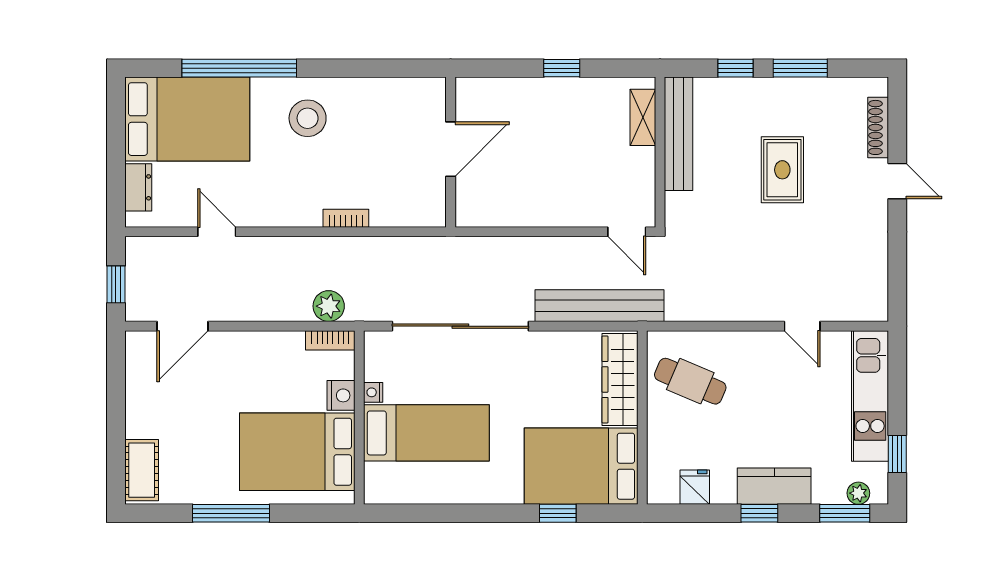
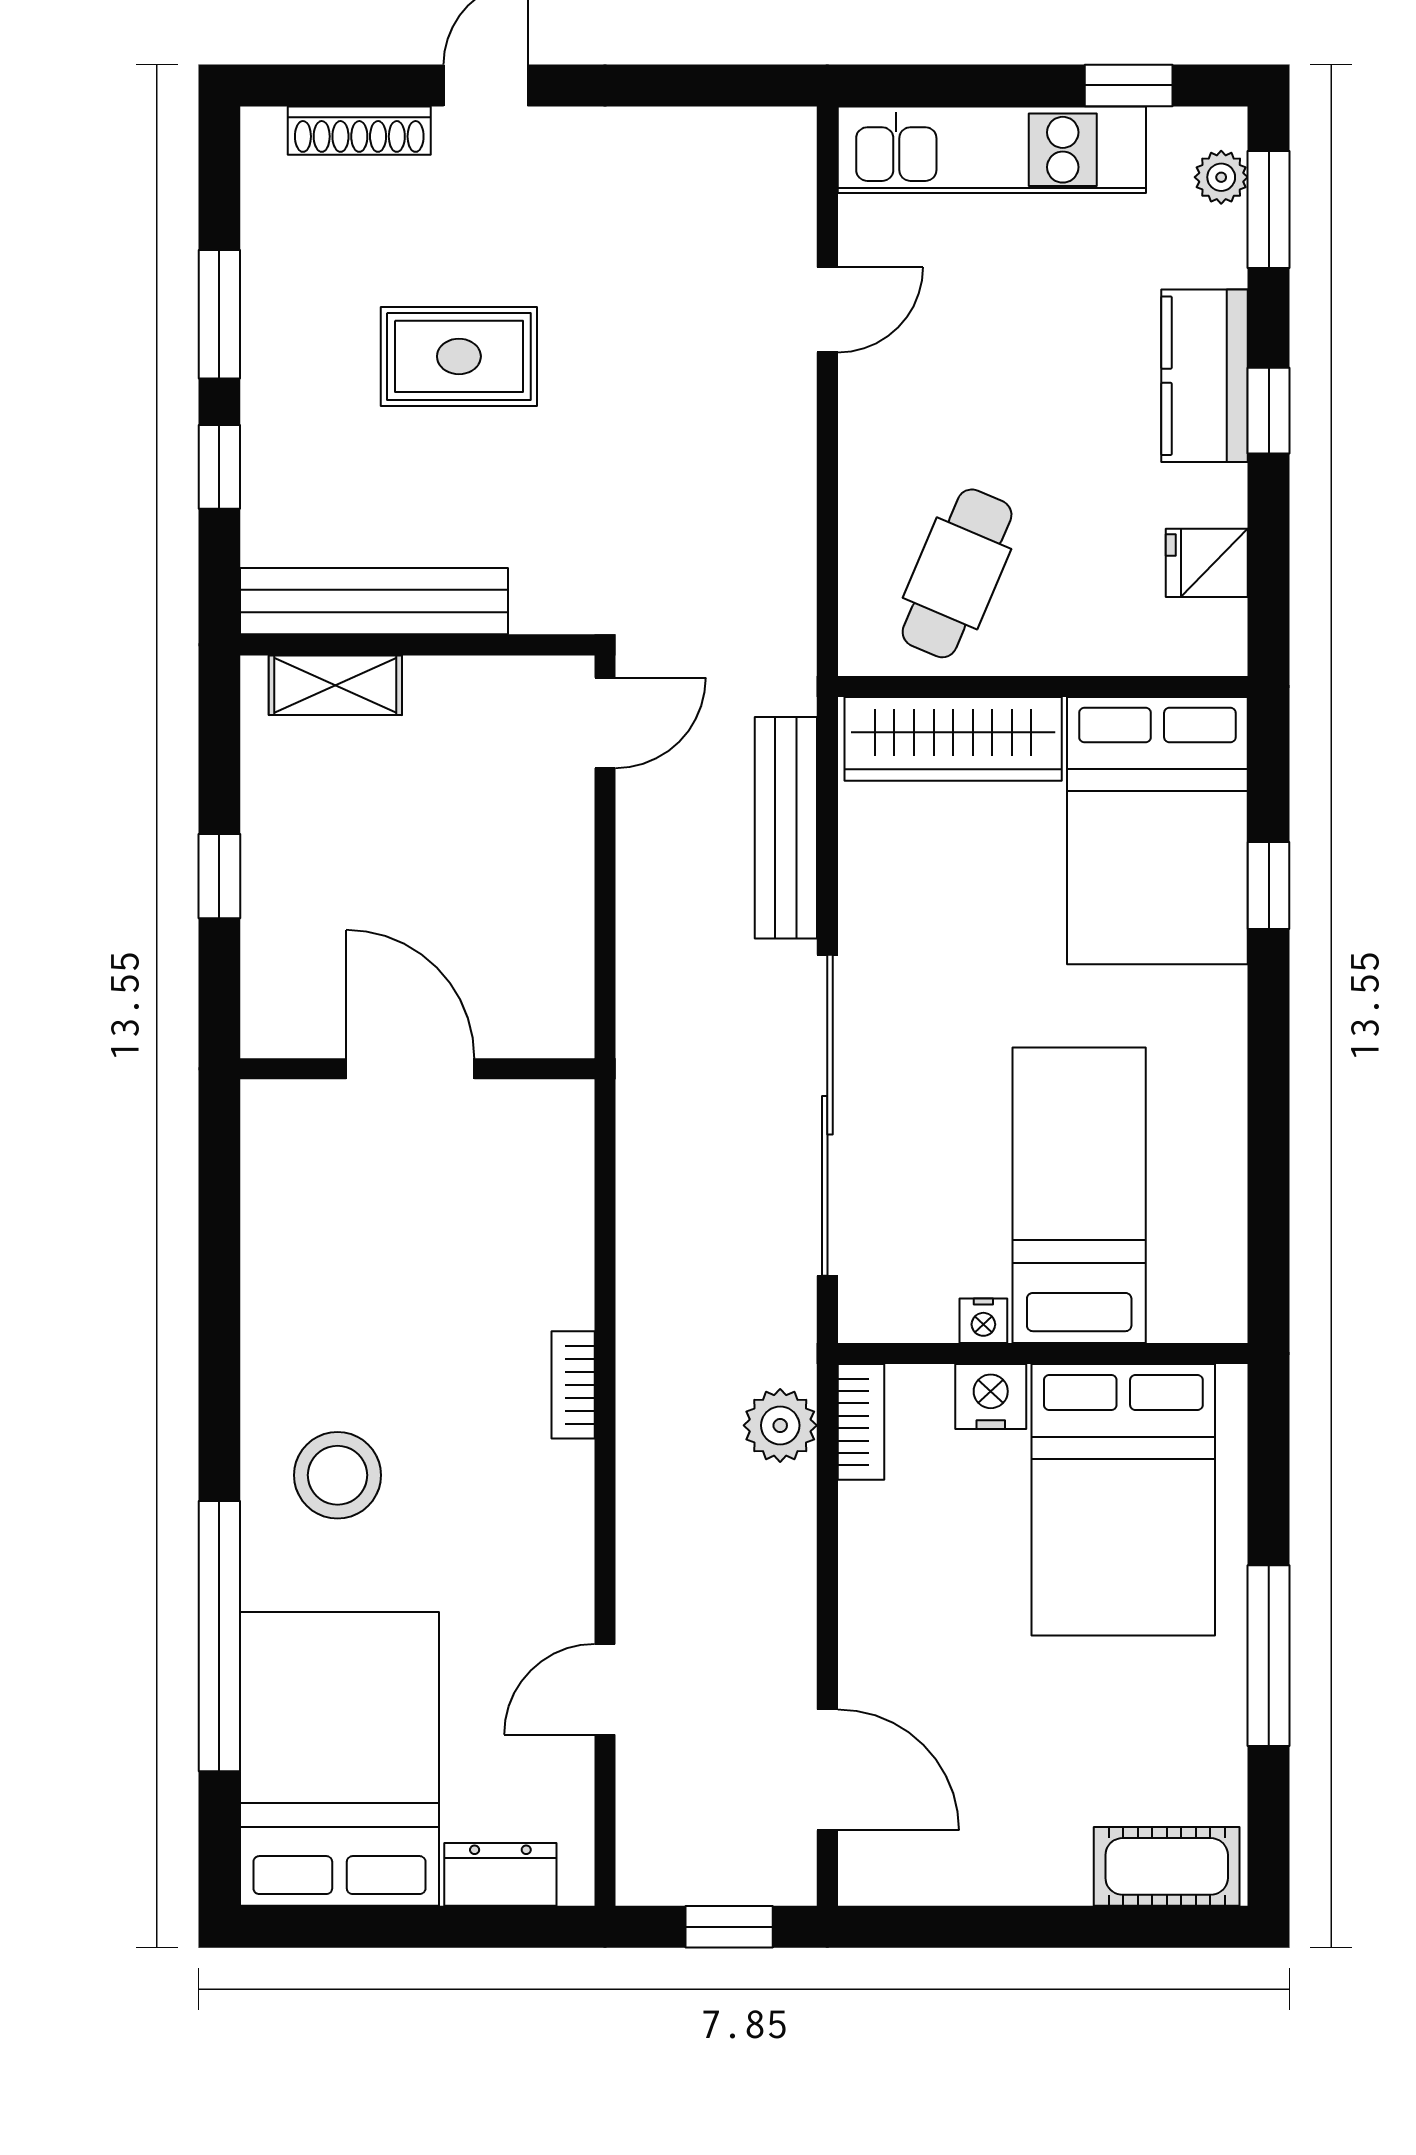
door: (451, 149) -> (410, 1069), moved
wall: (451, 152) -> (417, 1069), moved
bench: (600, 306) -> (786, 828), width x0.73, depth x0.82

